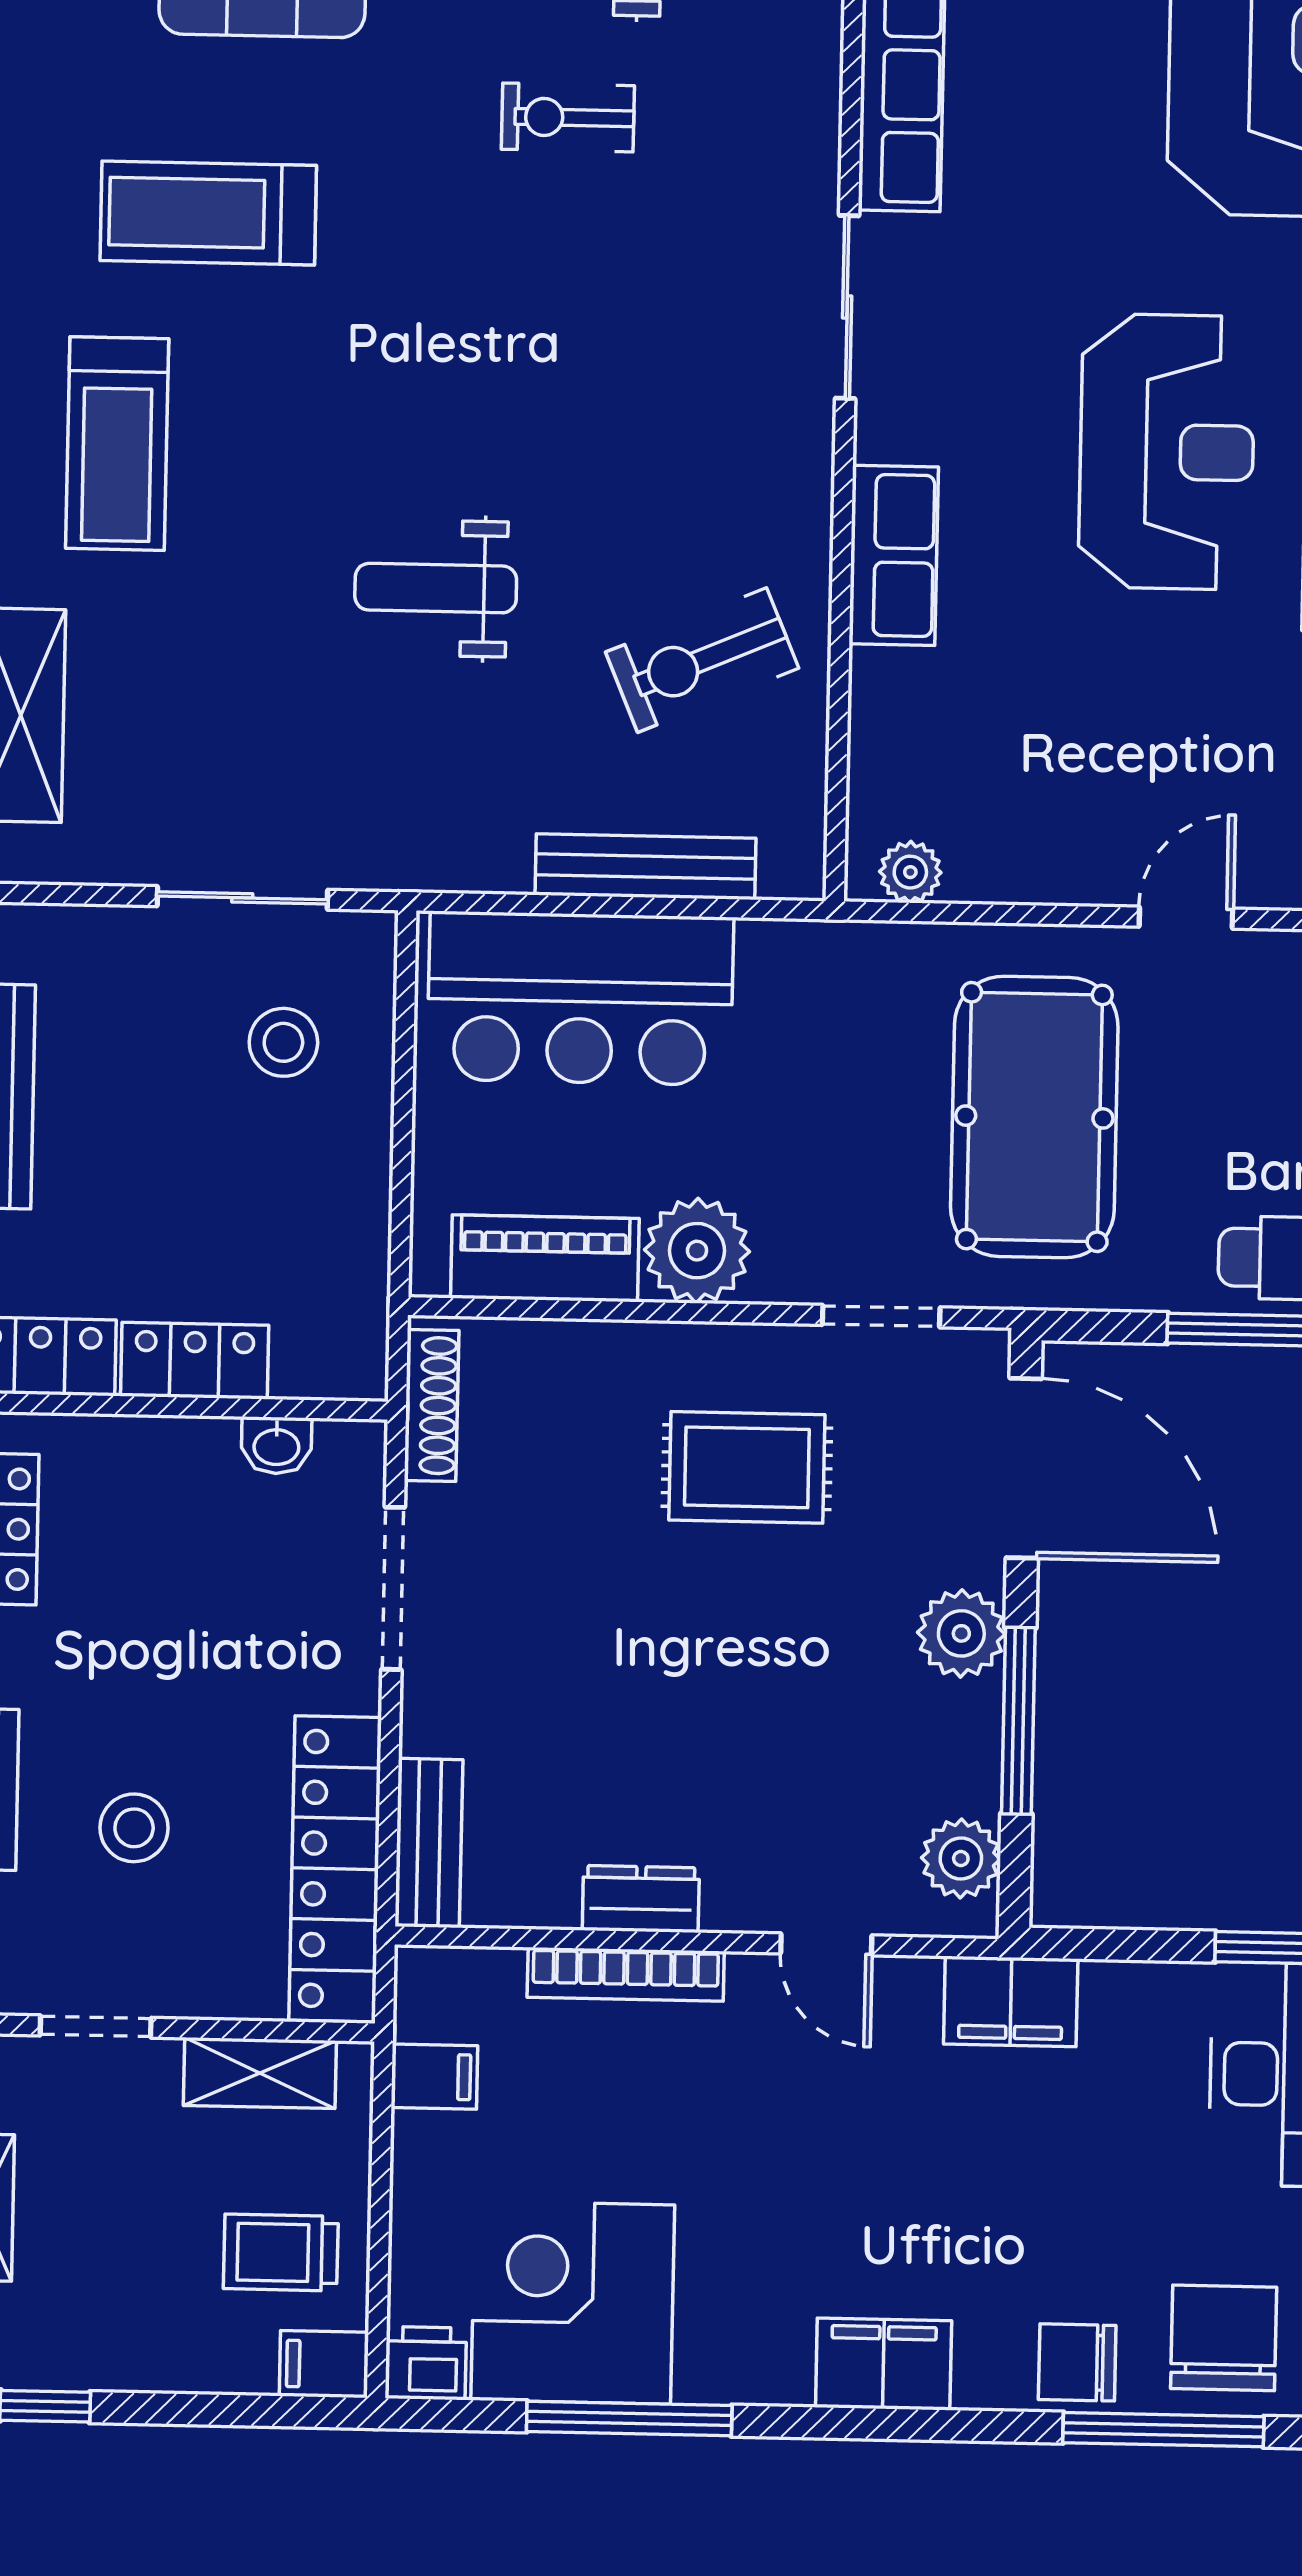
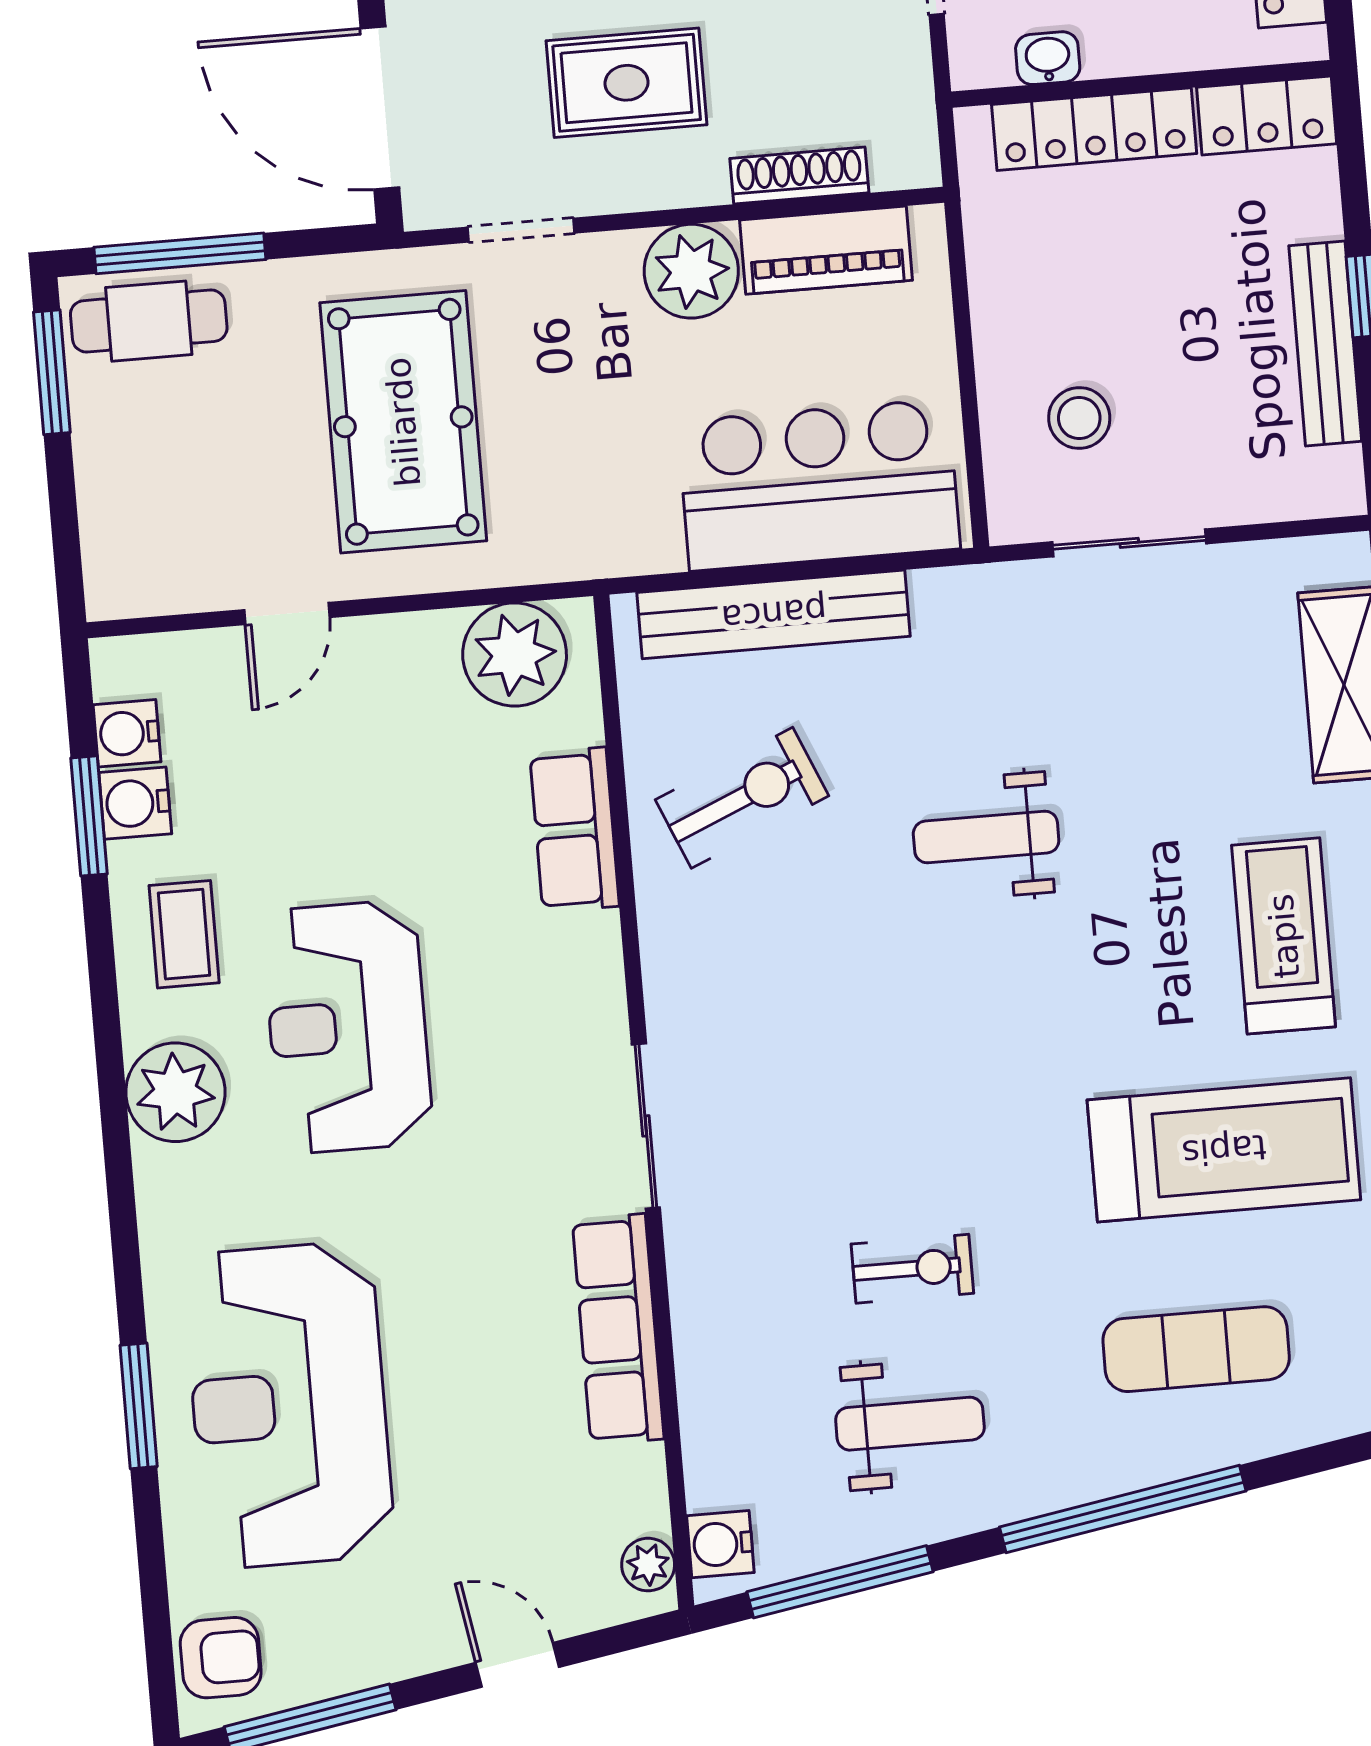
treadmill: (208, 213) -> (1224, 1150), width x1.37, depth x1.38
row of seats: (894, 555) -> (574, 830), moved
weight bench: (436, 588) -> (986, 837), turned 180
bench: (646, 867) -> (774, 614), width x1.37, depth x1.21
plant: (910, 872) -> (515, 655), width x1.88, depth x1.88
locker: (195, 1361) -> (1094, 129), width x1.53
shoe rack: (432, 1405) -> (799, 176), moved, turned 90

